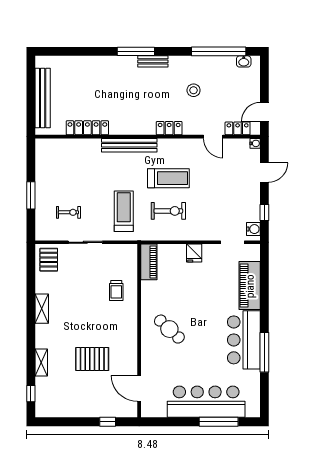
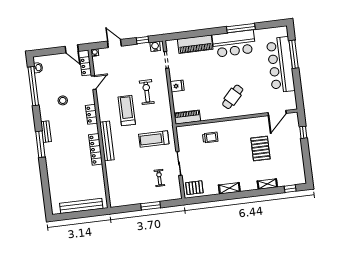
locker: (87, 128) -> (96, 149), moved
exercise bike: (168, 211) -> (147, 92), moved

